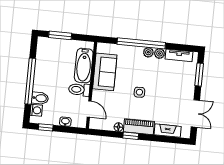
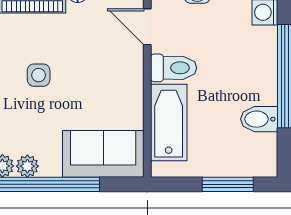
sofa: (105, 72) -> (103, 154), moved, turned 90
bidet: (40, 98) -> (259, 119), moved

